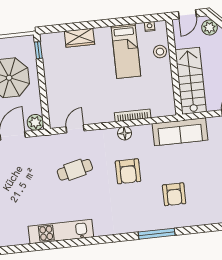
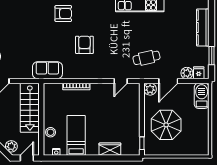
sofa: (180, 132) -> (47, 70), width x0.73
floor lamp: (125, 133) -> (84, 74), removed
cafe table: (75, 170) -> (146, 58), moved
armchair: (174, 194) -> (63, 14), moved, turned 90

